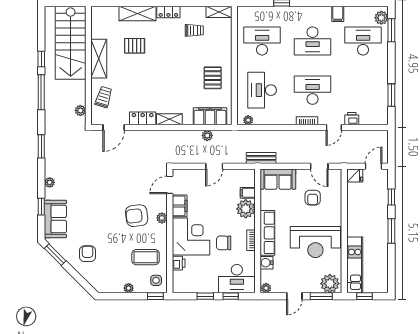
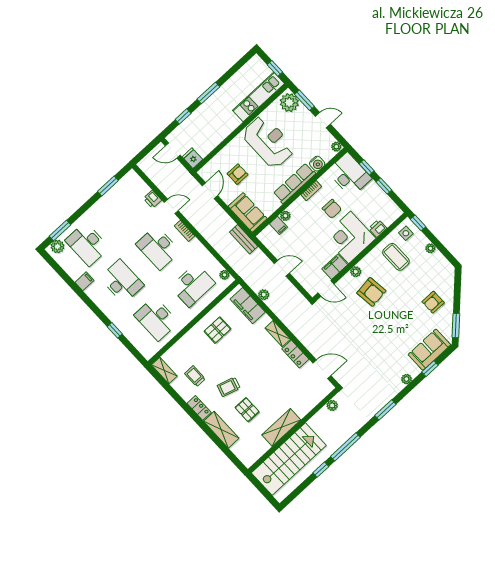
trolley: (104, 97) -> (229, 387), moved
plant: (246, 209) -> (285, 216), width x0.53, depth x0.53

